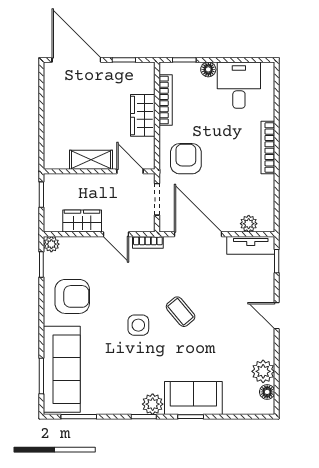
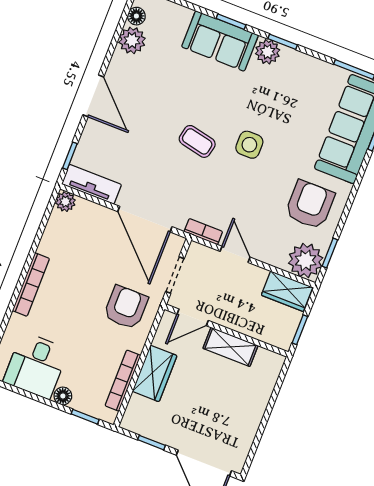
armchair: (186, 159) -> (126, 307), turned 180
door: (130, 171) -> (193, 317), hinge flipped
wardrobe: (82, 221) -> (287, 291), moved
plant: (249, 224) -> (65, 202), moved
plant: (51, 244) -> (306, 260), width x1.88, depth x1.88
armchair: (72, 296) -> (310, 205), turned 90
coffee table: (181, 312) -> (197, 141), turned -38
door: (277, 316) -> (93, 96), width x1.38

